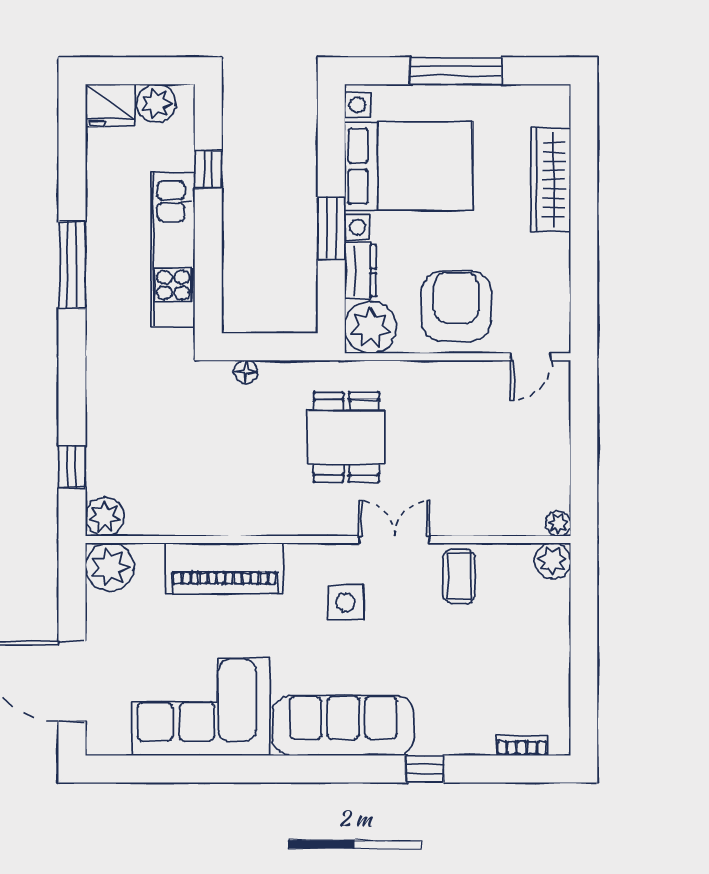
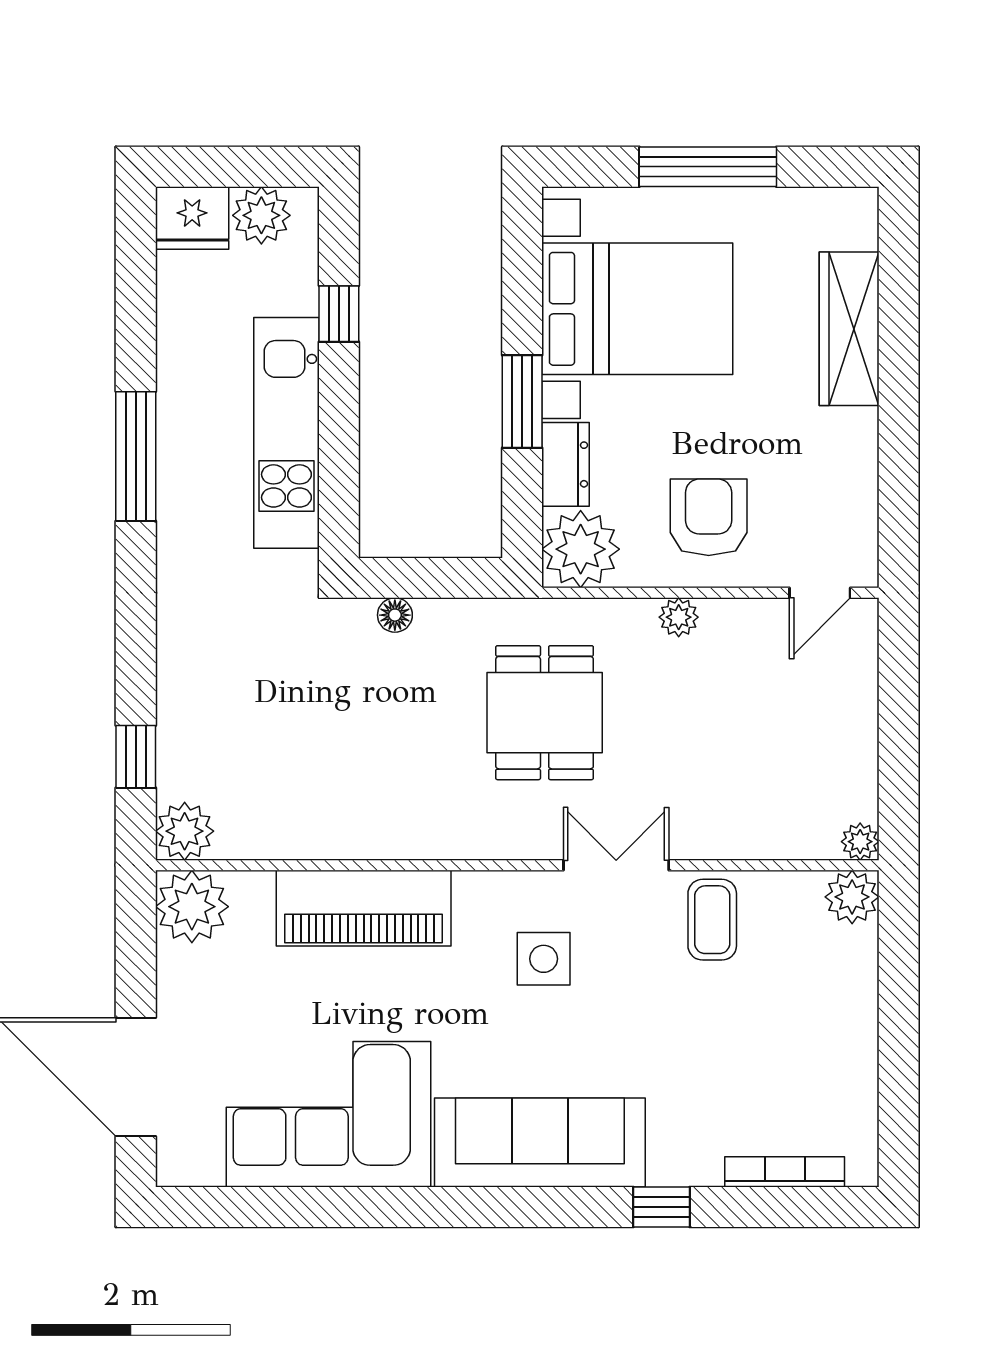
armchair: (456, 306) -> (709, 517), width x0.73, depth x0.73
plant: (436, 373) -> (679, 617), added
bookcase: (522, 745) -> (785, 1172), width x1.56

